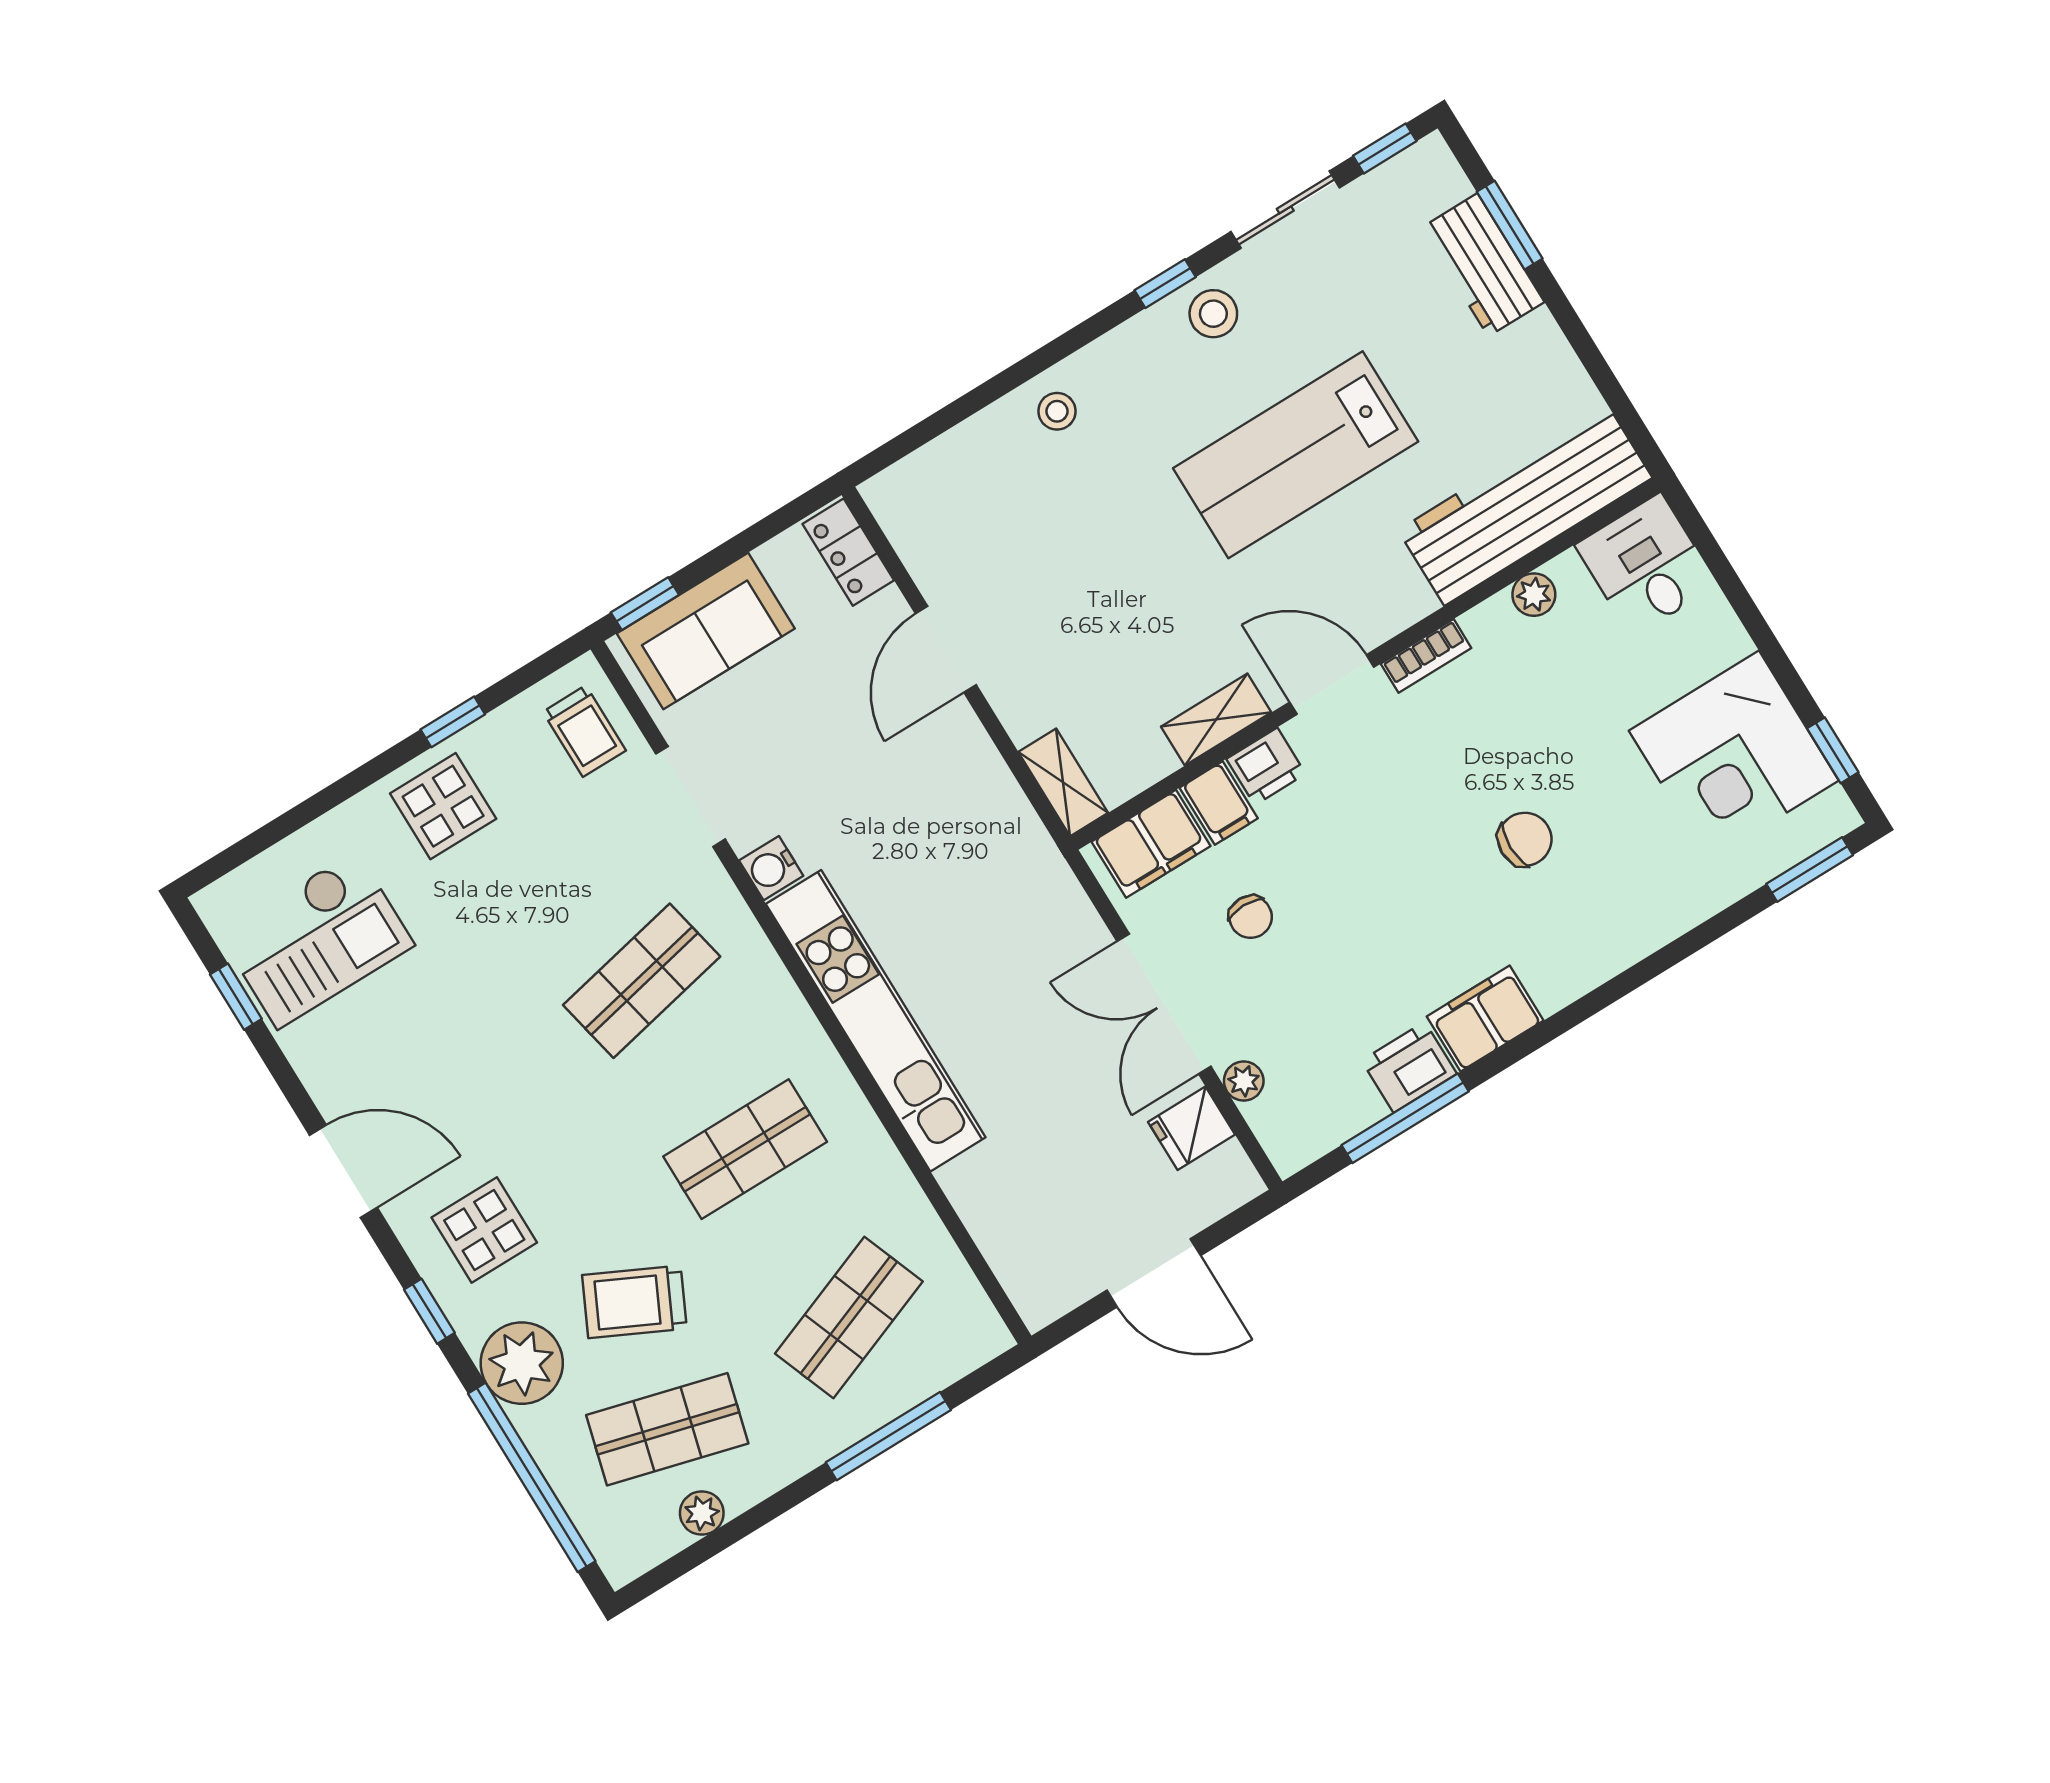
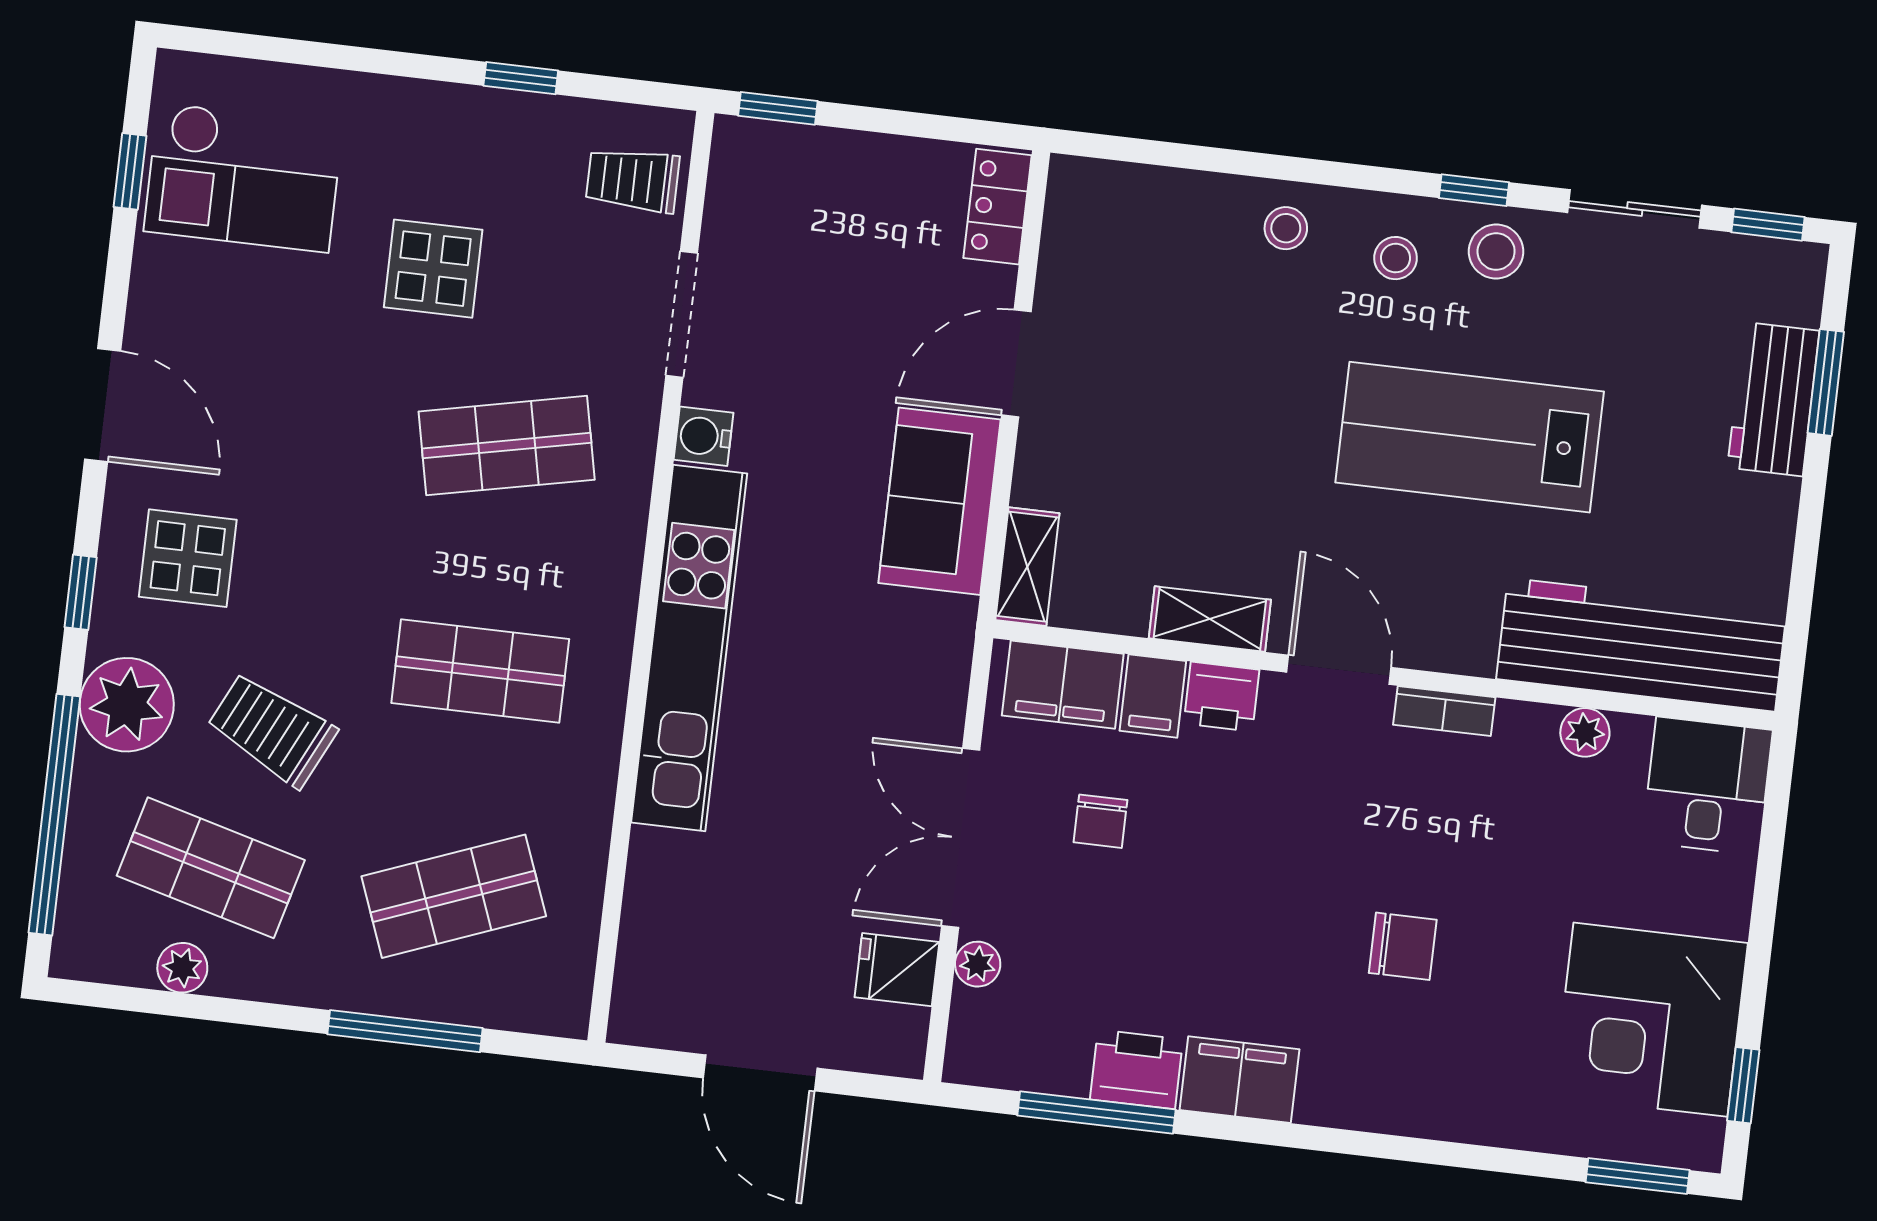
stool: (1148, 372) -> (1395, 258), added
sofa: (706, 631) -> (940, 501), moved, turned 90
trolley: (584, 731) -> (633, 180), turned 90
display table: (443, 806) -> (433, 269), moved

